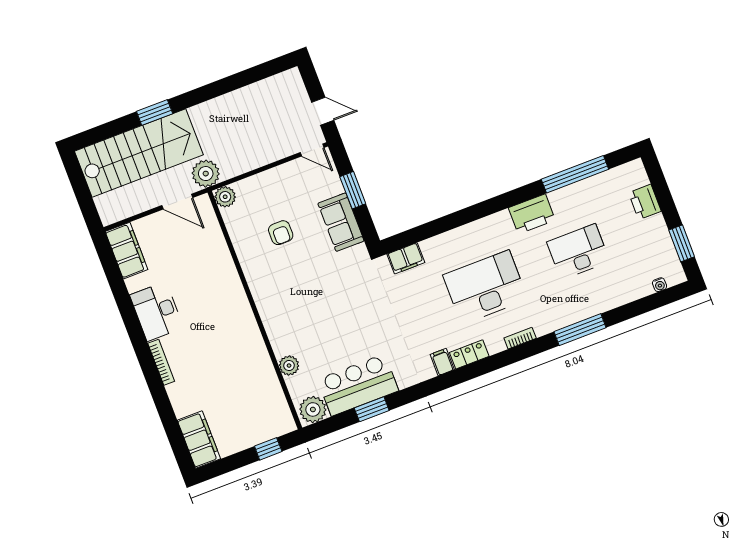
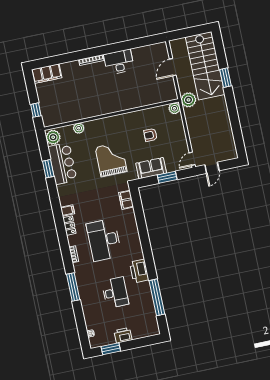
door: (177, 202) -> (173, 67), moved
printer: (645, 202) -> (123, 335), moved
filing cabinet: (127, 251) -> (154, 51), removed
desk: (485, 287) -> (104, 240), turned 180
grand piano: (337, 298) -> (111, 159), added

